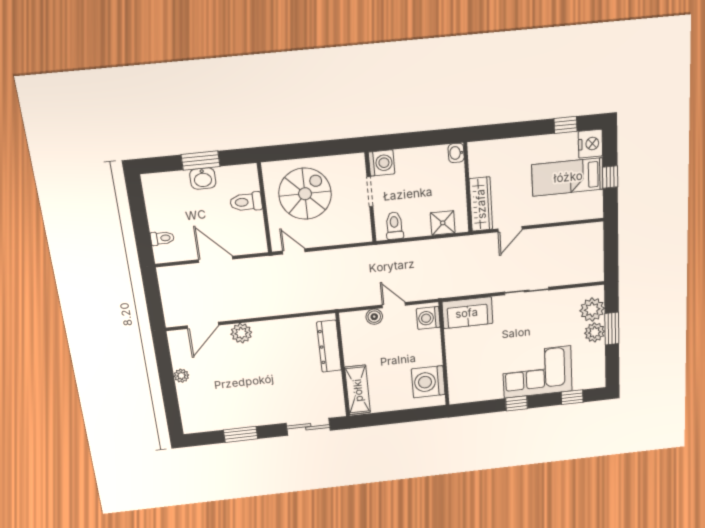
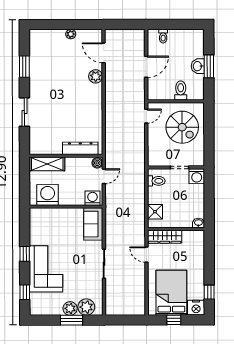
bed: (568, 177) -> (171, 293), width x1.50
dresser: (329, 346) -> (80, 148), moved
wall: (343, 365) -> (66, 156), moved
shelving: (358, 390) -> (47, 164), moved

